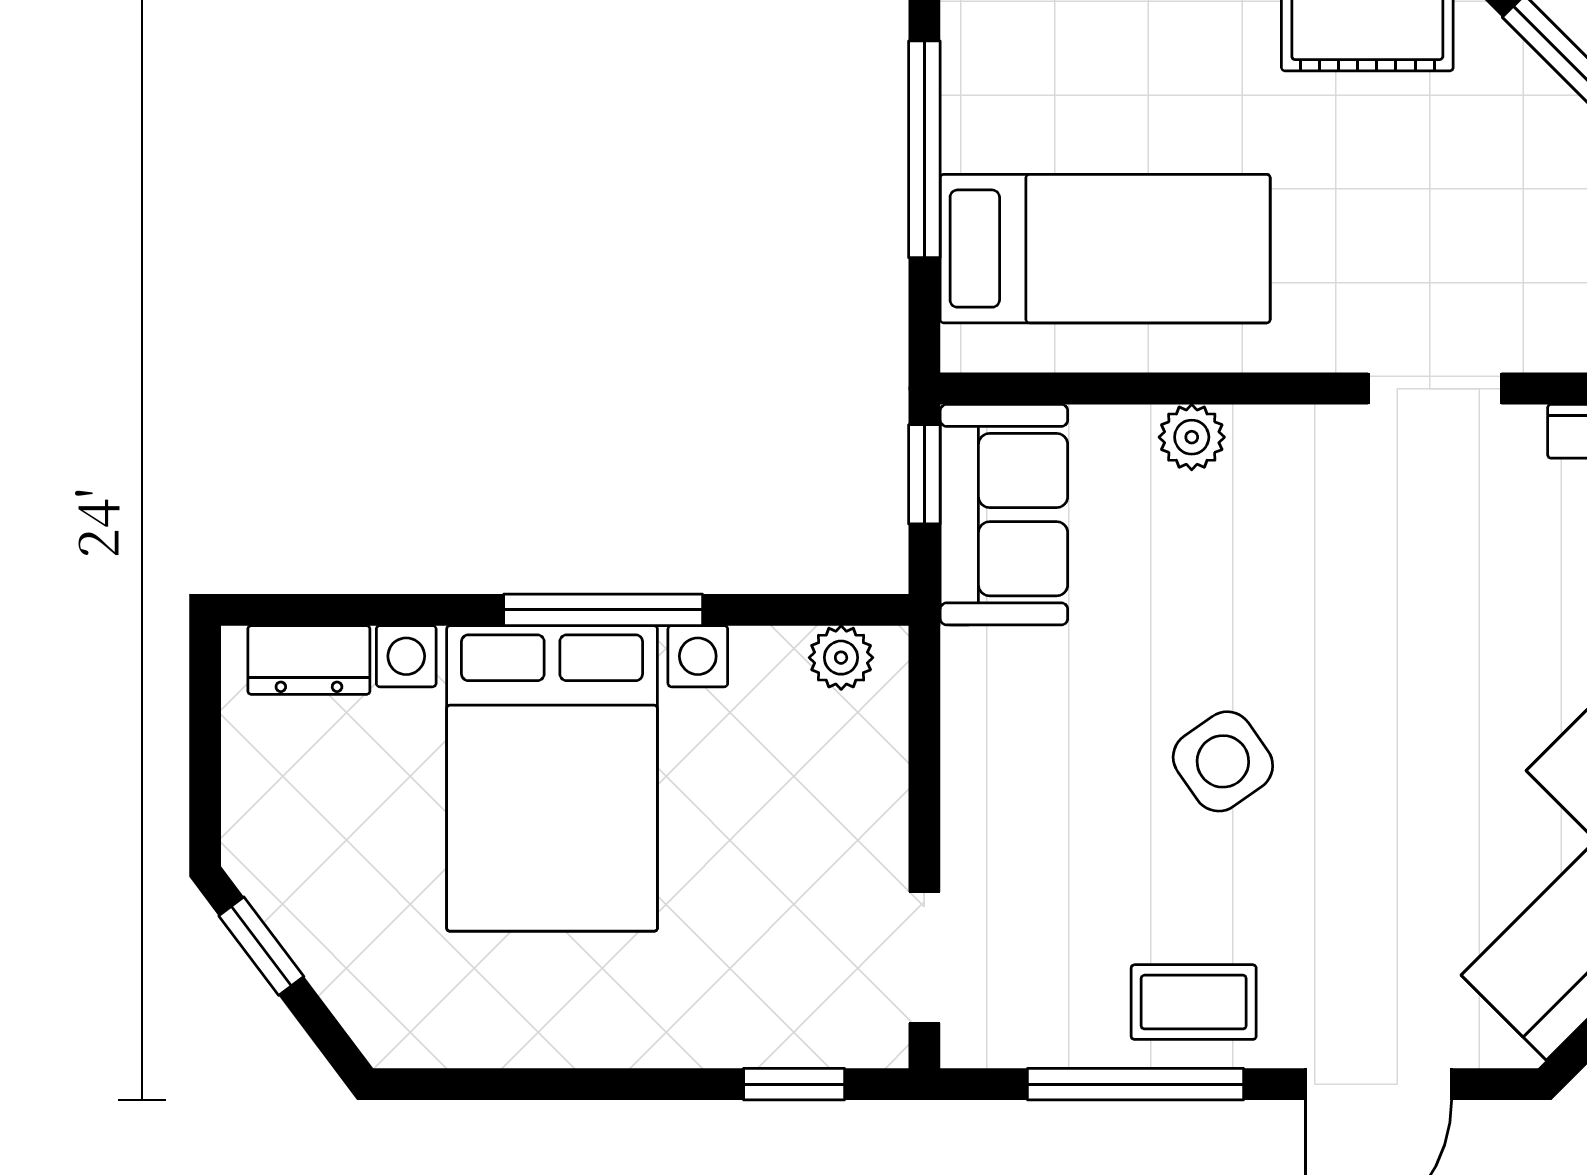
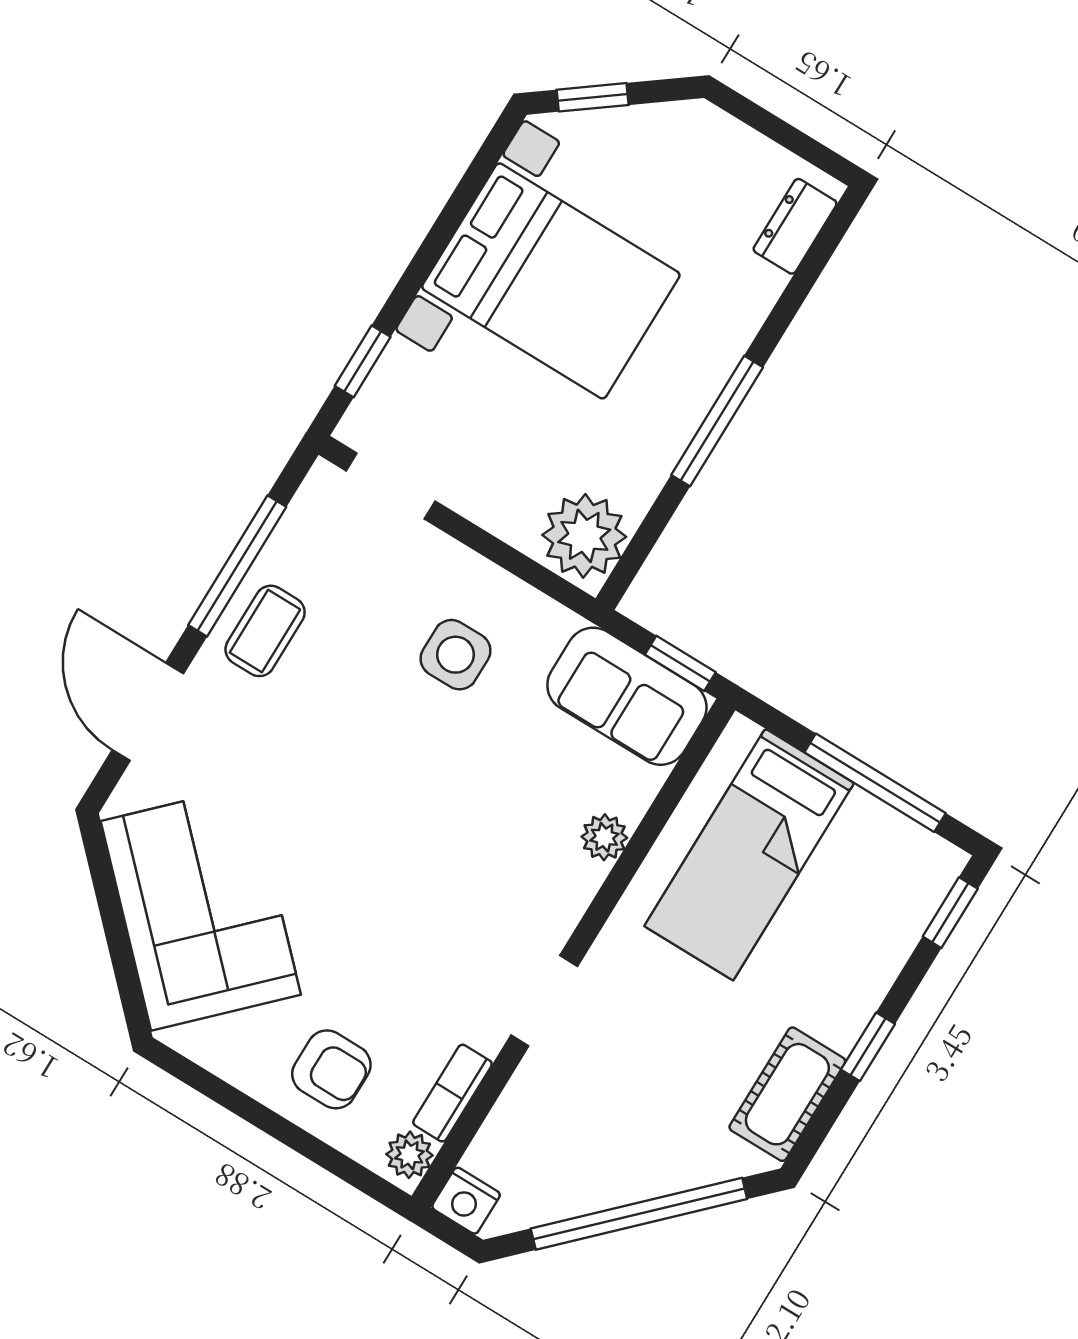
plant: (841, 658) -> (584, 536), width x1.88, depth x1.88
side table: (1223, 761) -> (456, 655), moved, turned 35
bed with nightstands: (552, 778) -> (551, 281), moved, turned 180
window: (261, 946) -> (593, 97), moved

